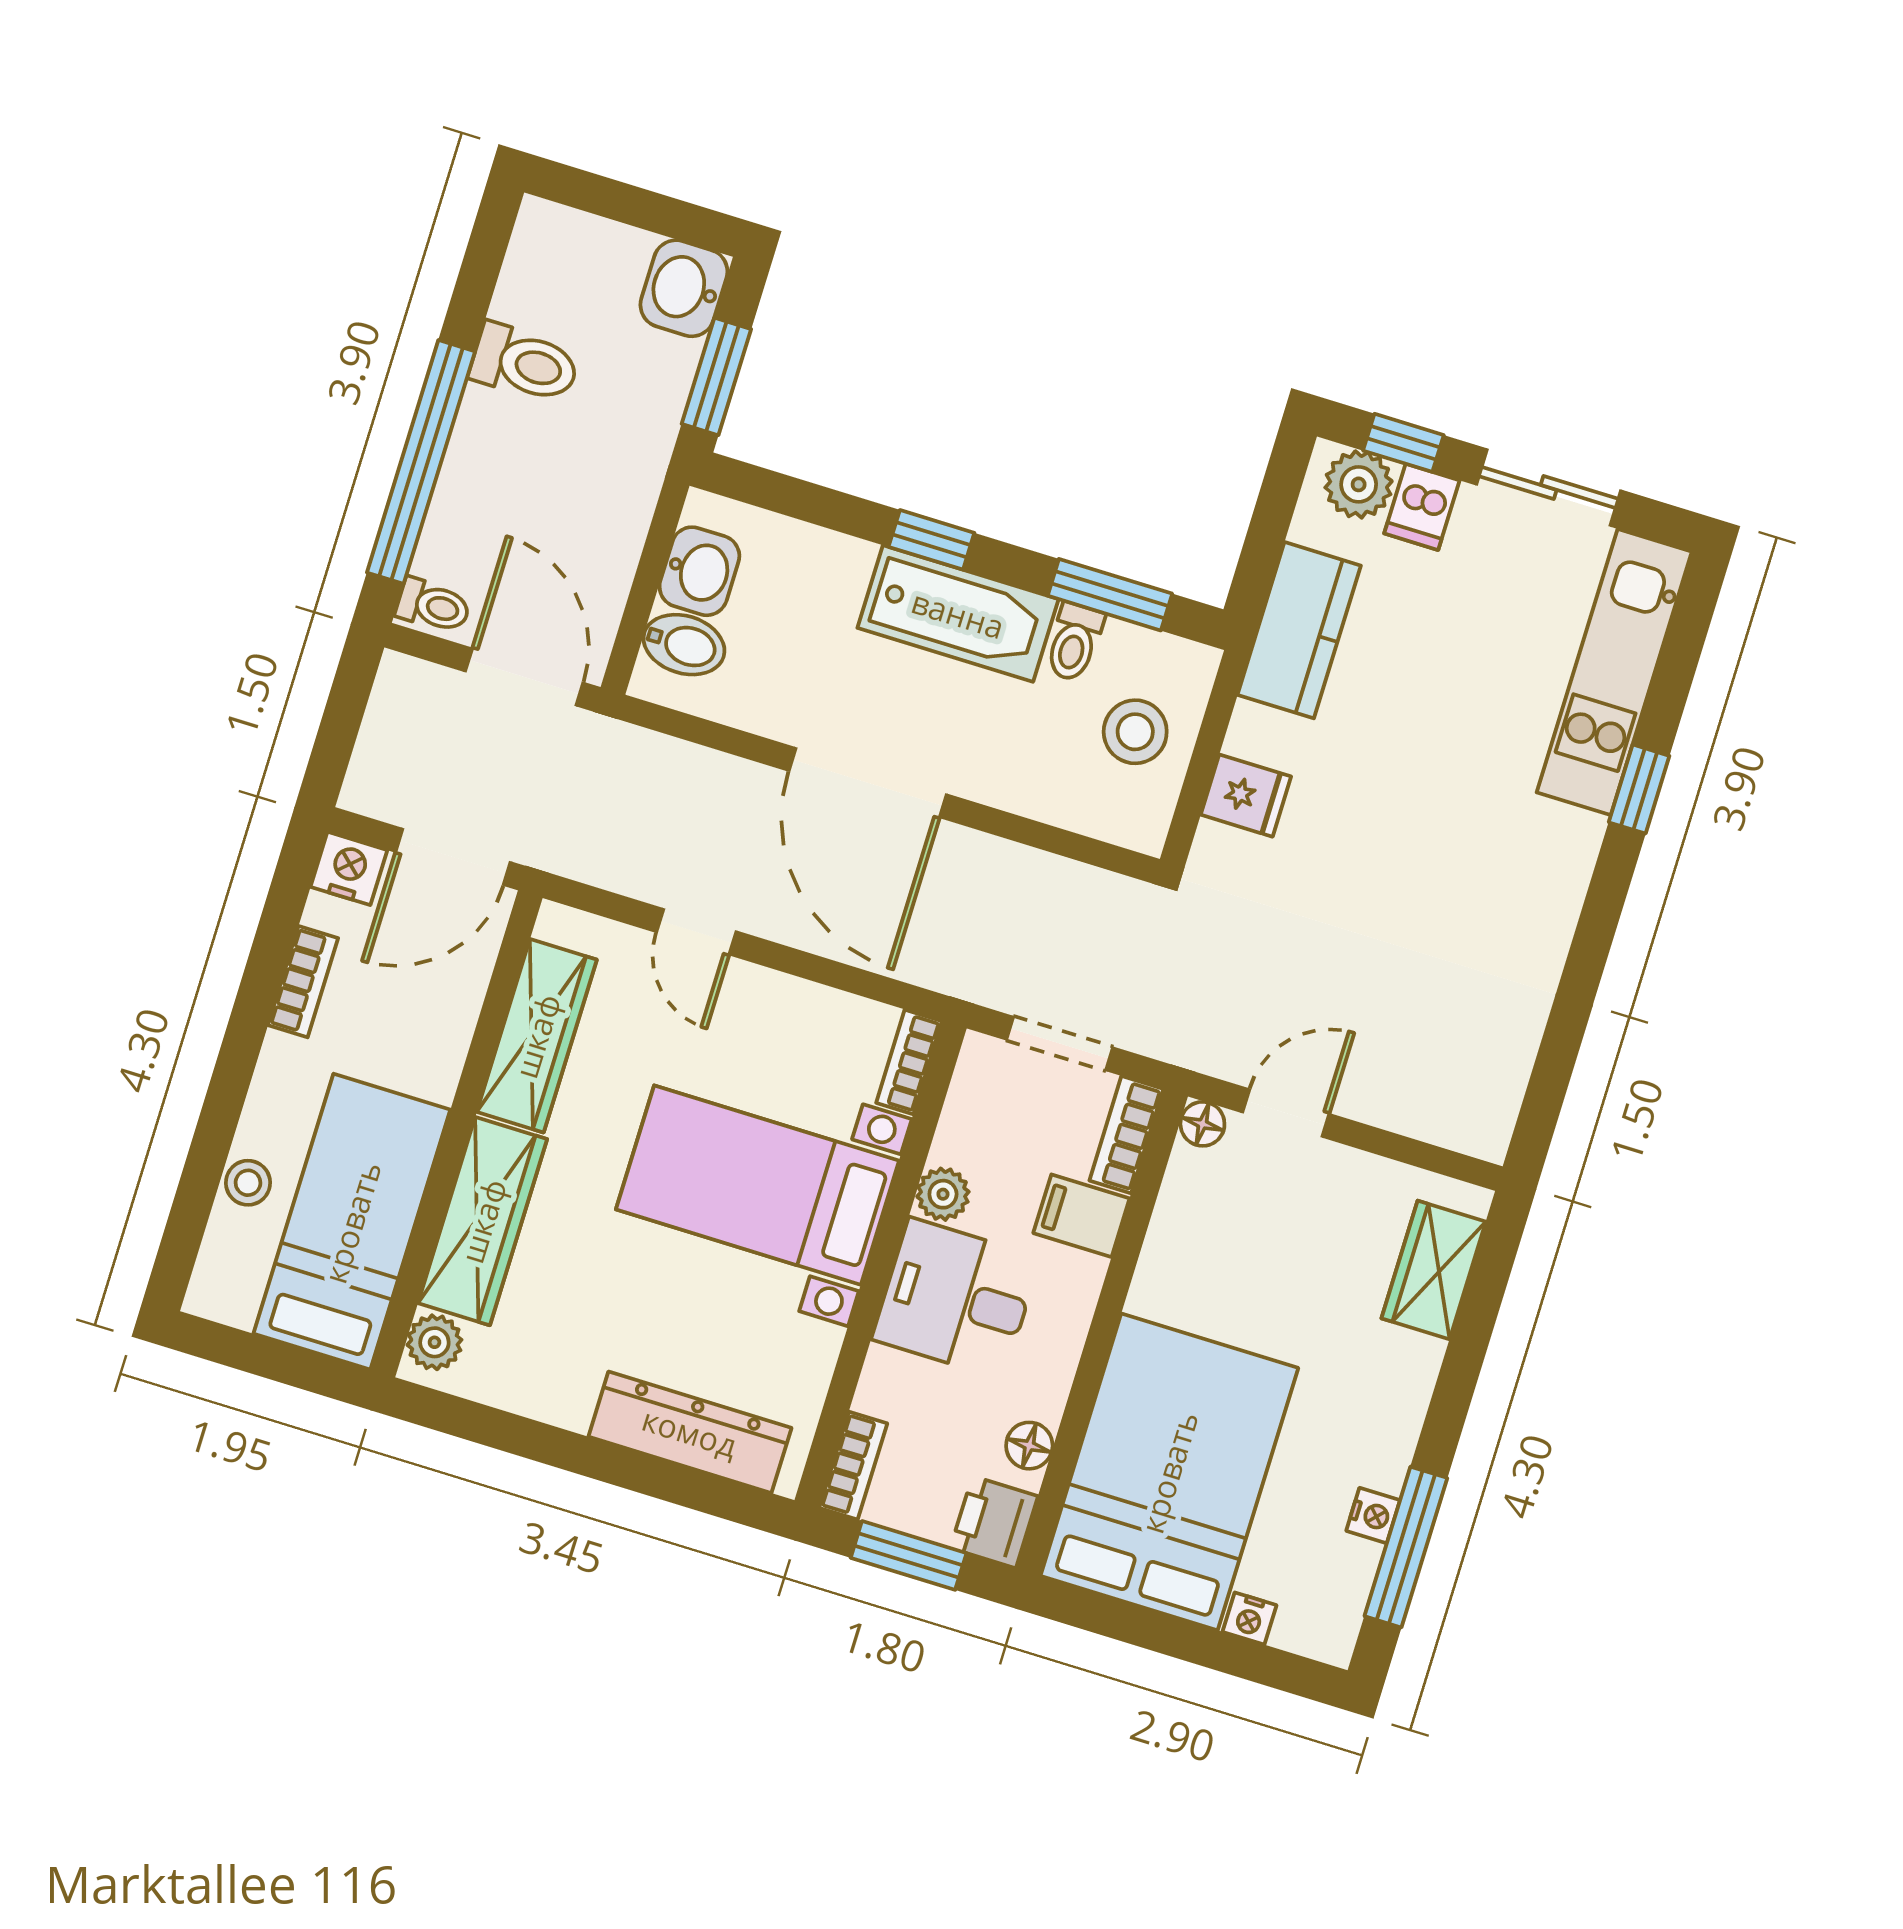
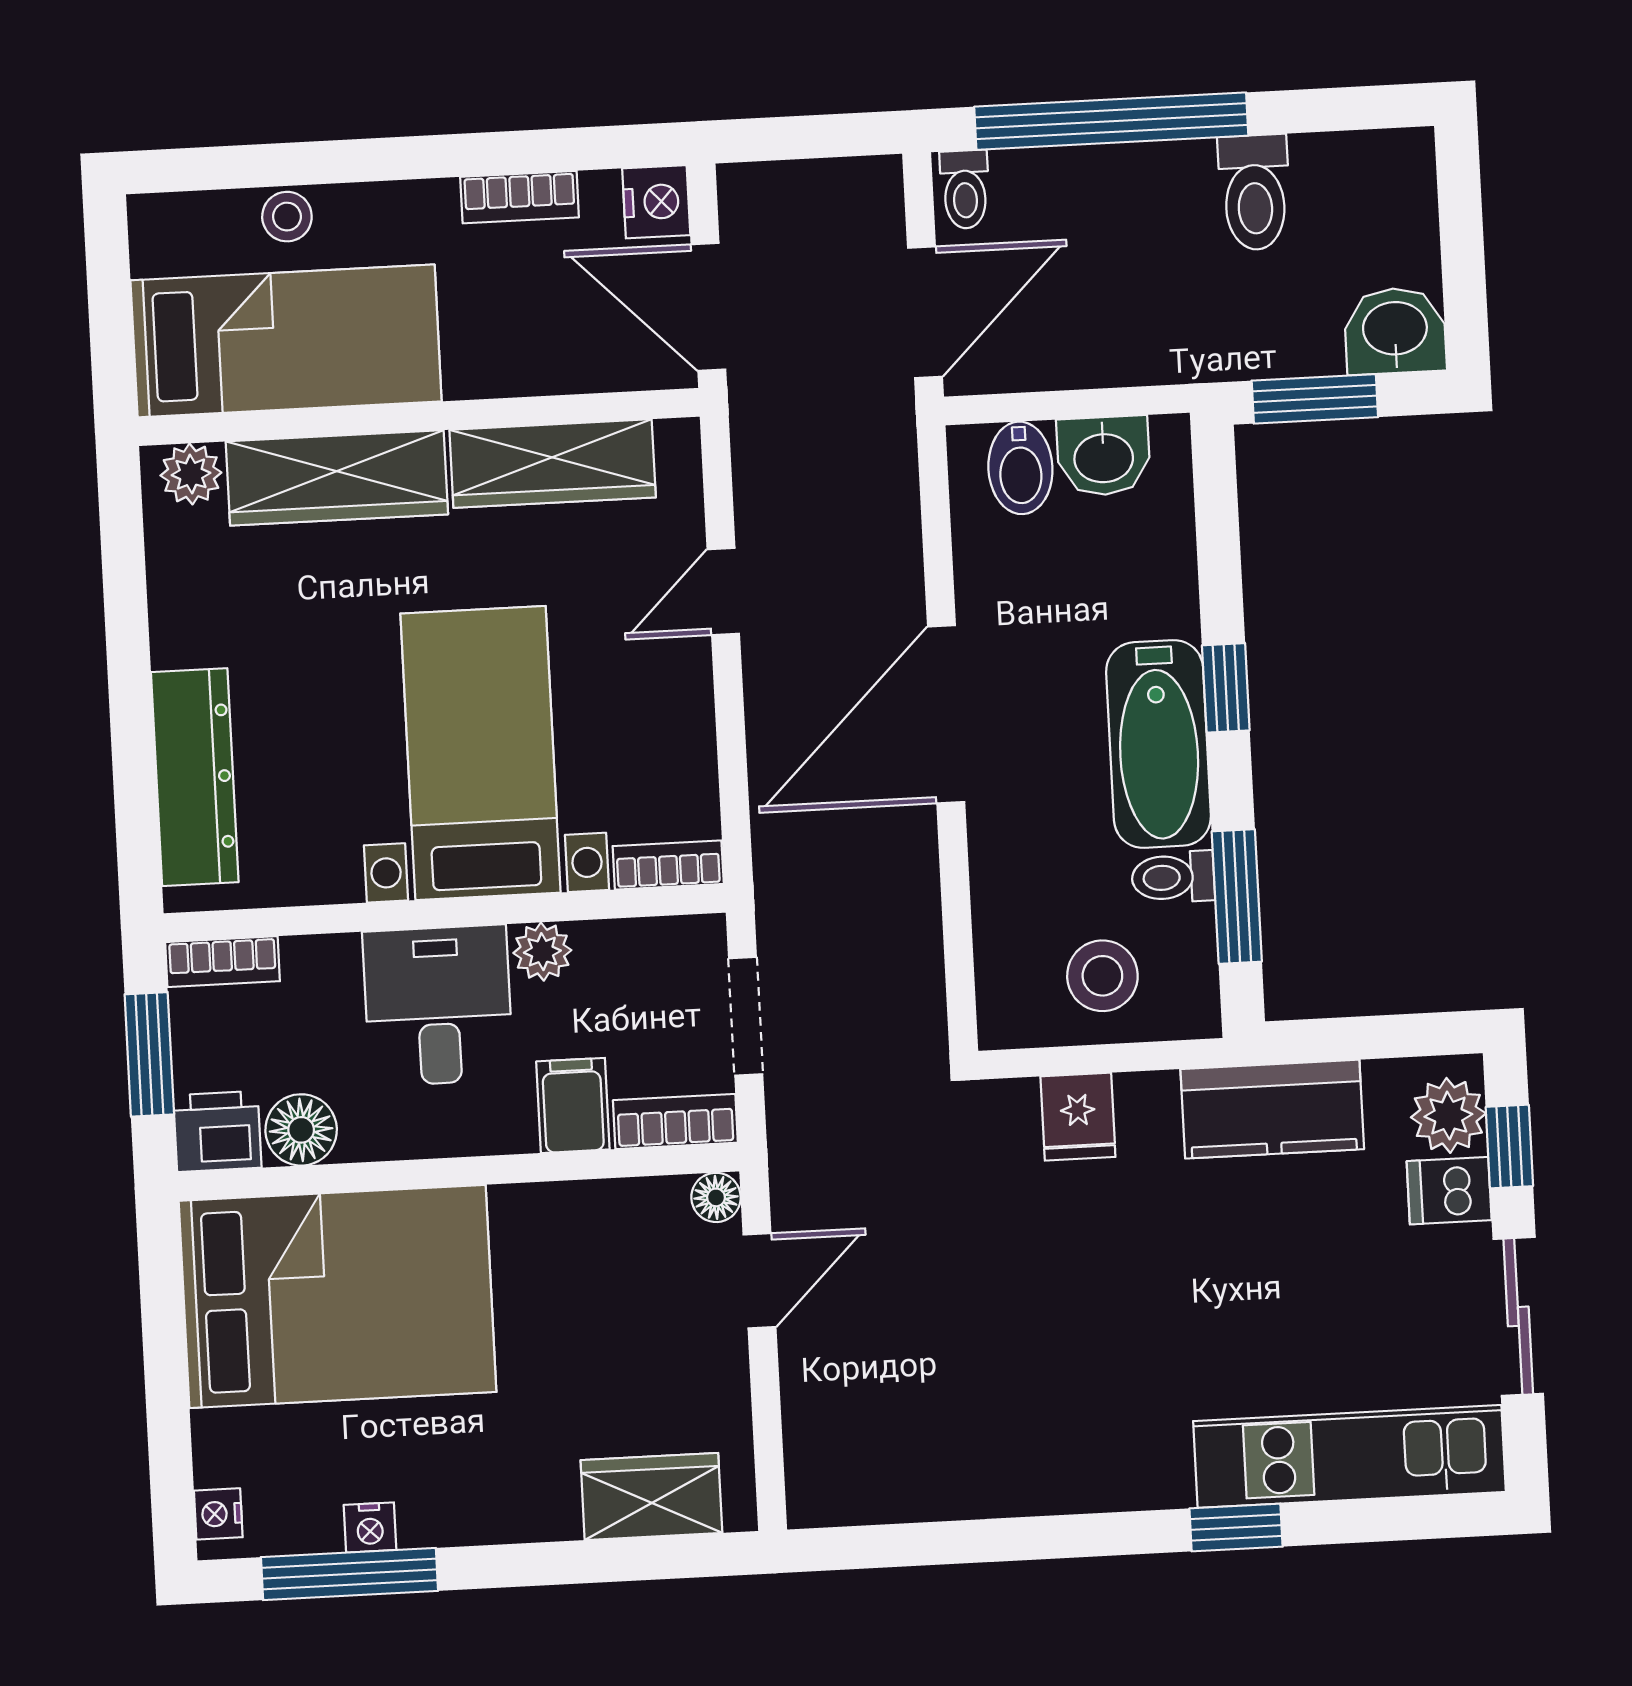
door: (1286, 1113) -> (759, 1281), hinge flipped
floor lamp: (1029, 1446) -> (301, 1130), width x1.37, depth x1.37
nightstand: (1250, 1619) -> (218, 1514), moved

